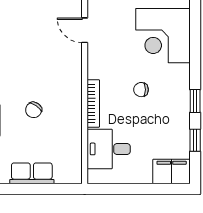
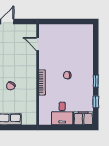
corner desk: (163, 36) -> (79, 47), removed
desk: (109, 149) -> (62, 113), moved, turned -90

